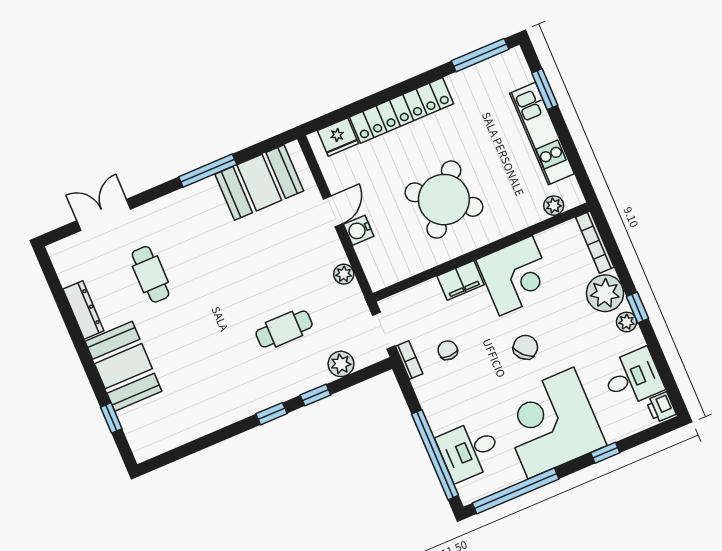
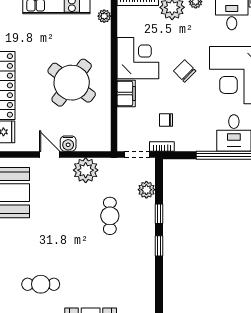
plant: (344, 274) -> (86, 170), width x1.87, depth x1.87

